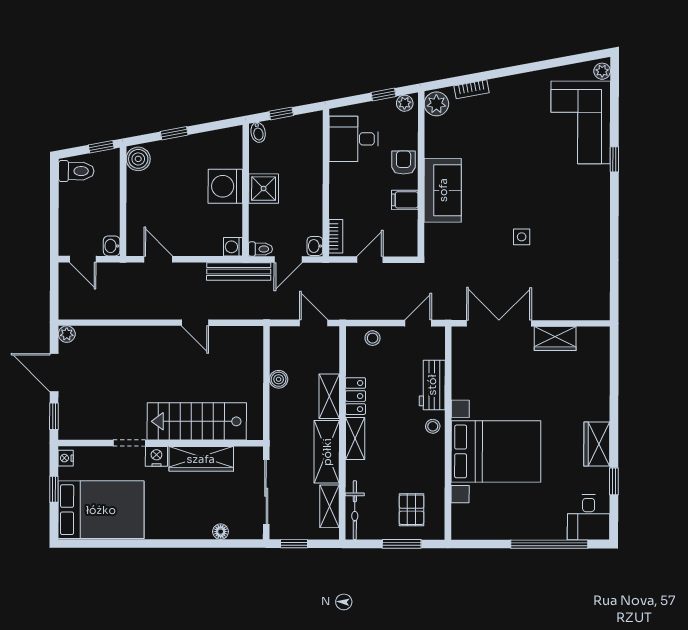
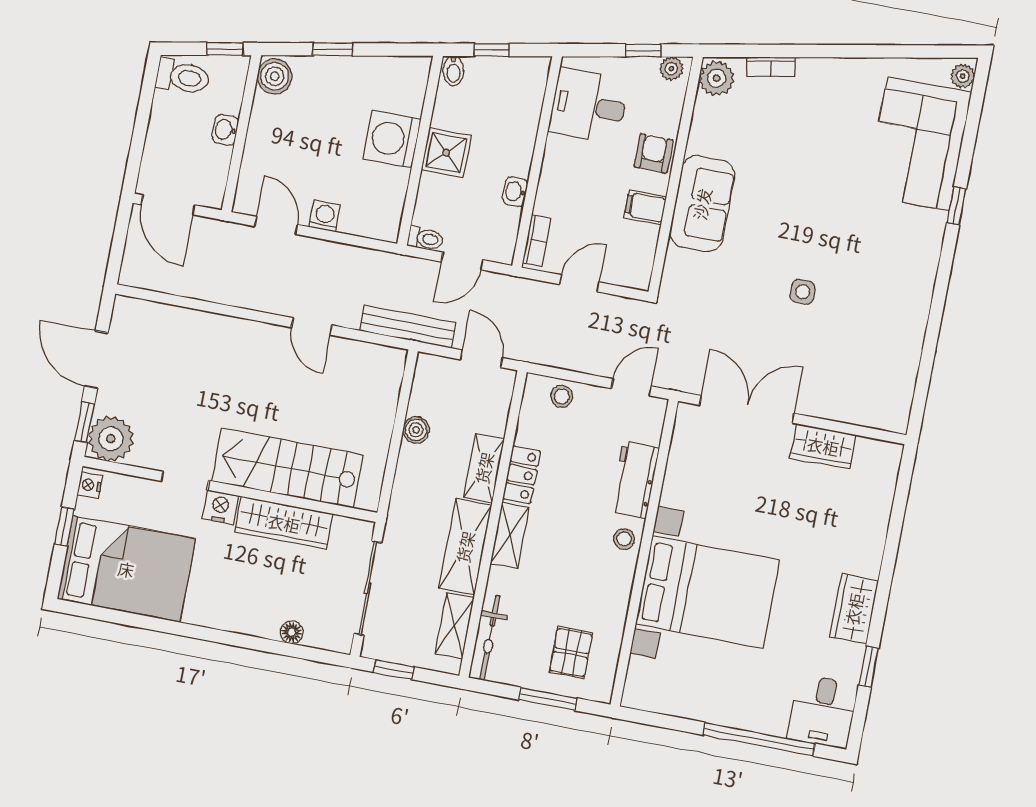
washbasin: (112, 246) -> (225, 130), moved
washbasin: (315, 246) -> (515, 192), moved
washing machine: (233, 247) -> (325, 216), moved, turned 90
door: (83, 259) -> (168, 205), width x1.38
bench: (239, 271) -> (408, 327), moved
plant: (67, 334) -> (111, 439), moved, width x1.88, depth x1.88

